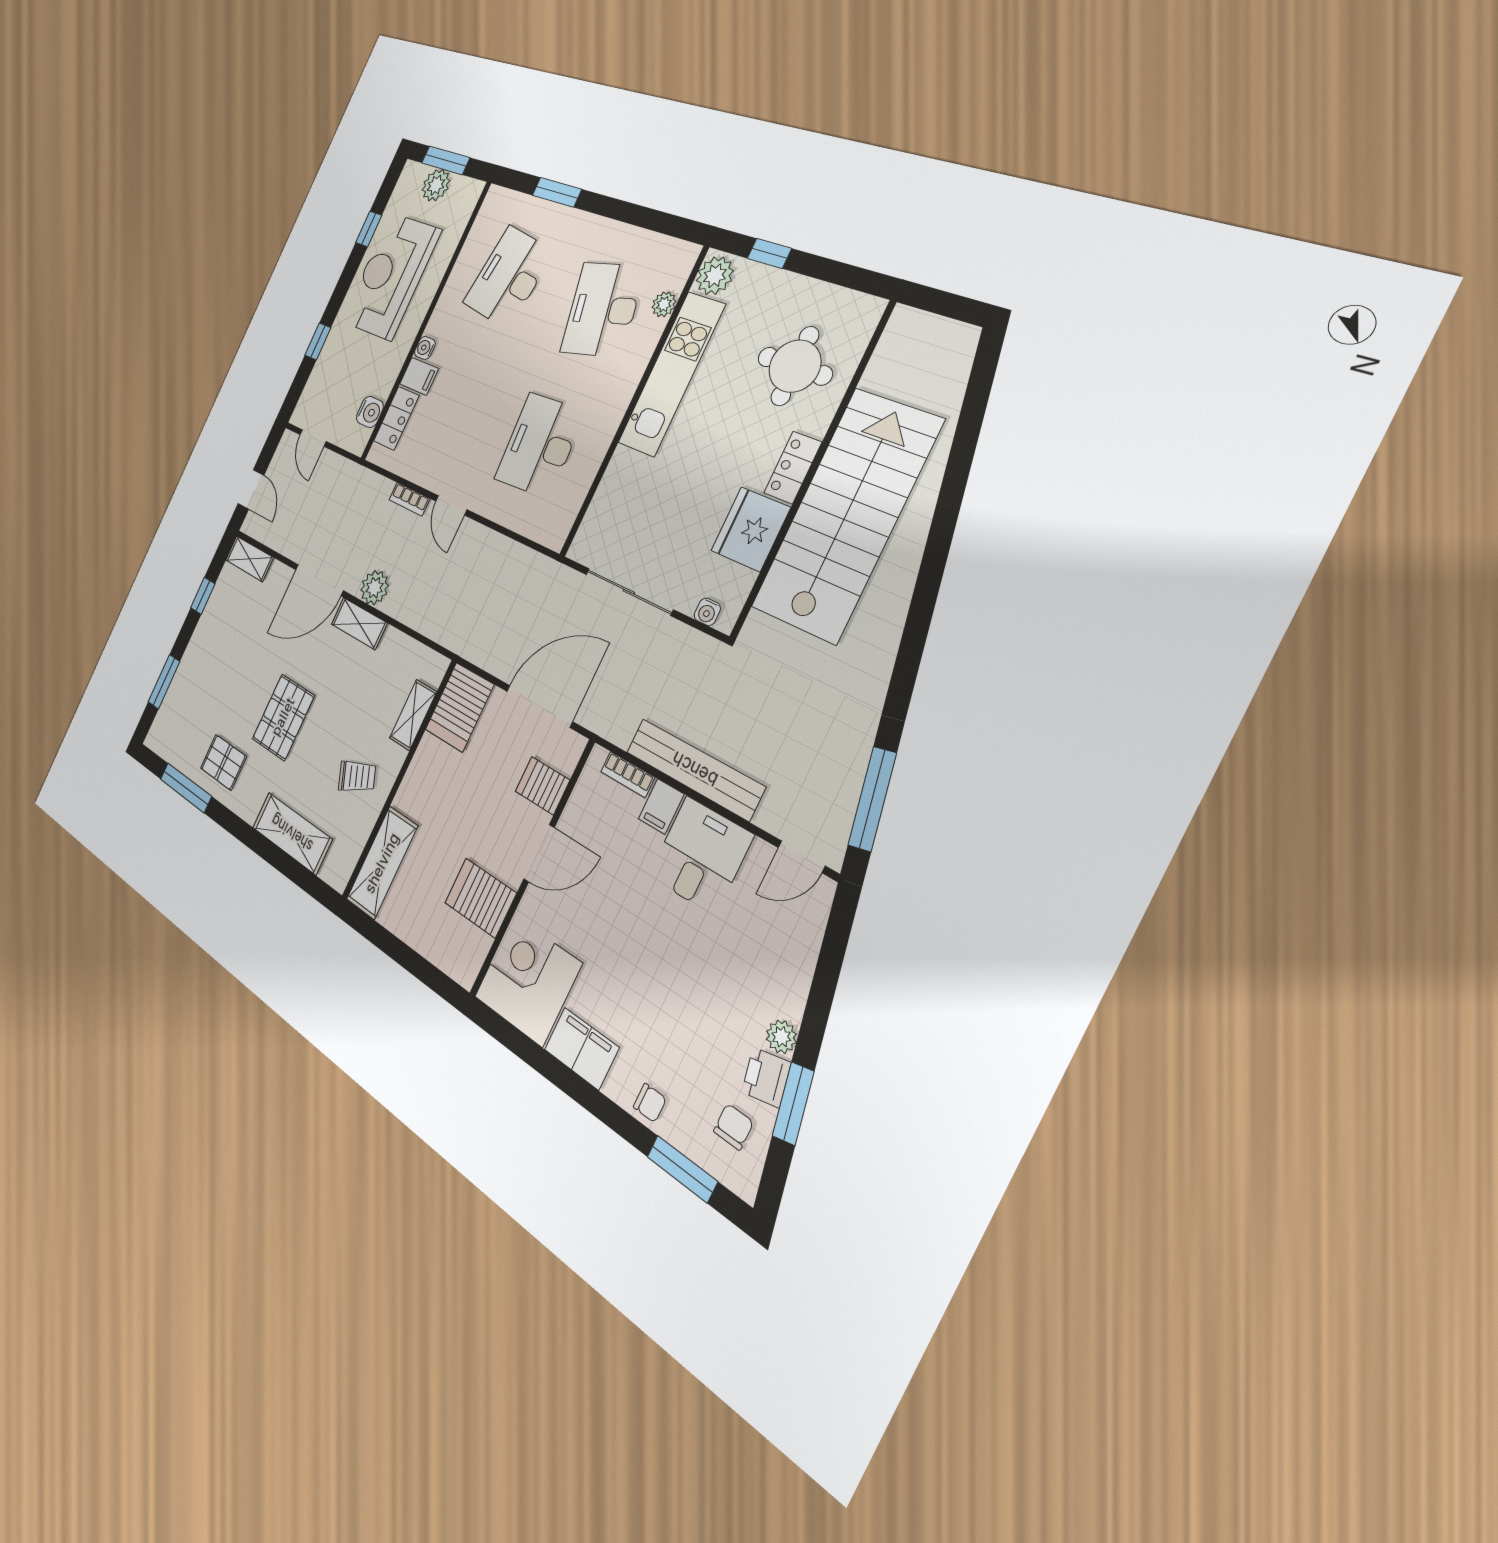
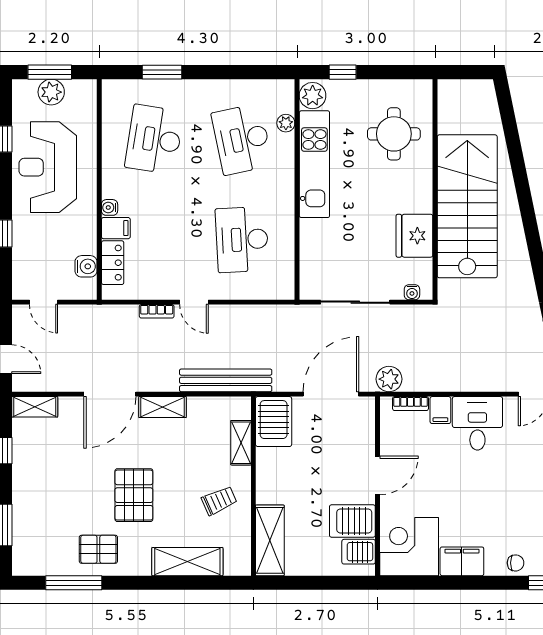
locker: (793, 468) -> (422, 192), removed
plant: (375, 588) -> (389, 379), moved
bench: (695, 769) -> (226, 380), moved
server rack: (542, 786) -> (359, 552), moved

